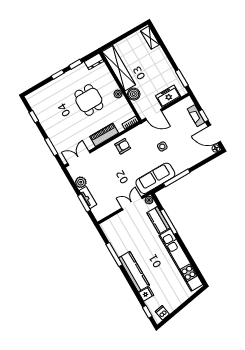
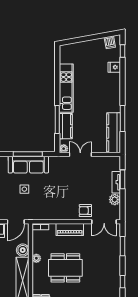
dining table: (89, 100) -> (65, 268), width x1.38
door: (154, 115) -> (16, 222), swing flipped
armchair: (123, 146) -> (85, 211), moved
sofa: (155, 178) -> (28, 165), moved
double door: (132, 203) -> (80, 154), swing flipped
kitchen unit: (181, 260) -> (66, 88), width x0.73
kitchen counter: (134, 272) -> (114, 133), moved

